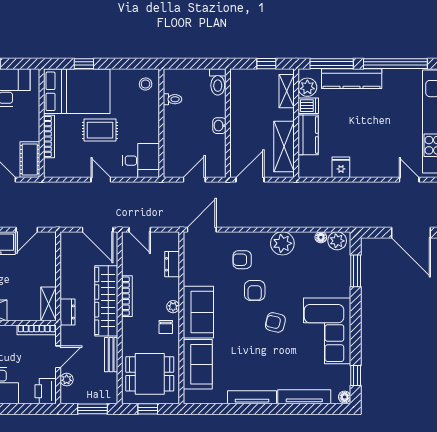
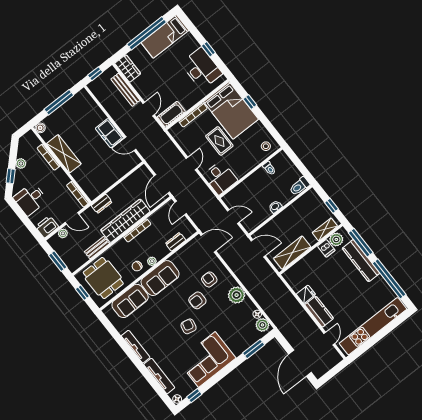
kitchen counter: (308, 135) -> (319, 312), moved, turned -90
shelving: (49, 304) -> (98, 189), removed

